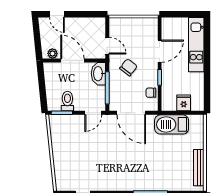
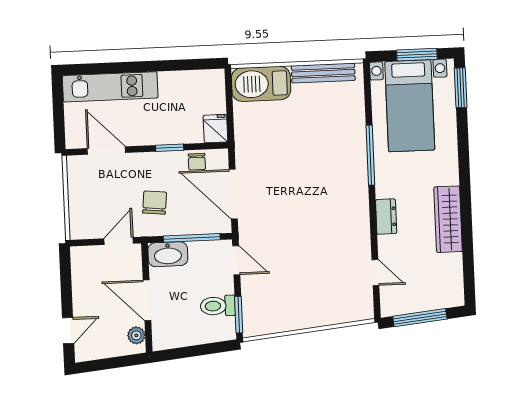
door: (160, 51) -> (106, 151), moved
door: (72, 60) -> (147, 300), hinge flipped
chair: (128, 67) -> (155, 203), turned 58
fridge: (184, 103) -> (215, 129), moved, turned 90
door: (131, 113) -> (233, 194), swing flipped
barbecue: (172, 124) -> (261, 84), moved, turned 90

